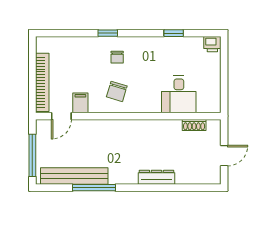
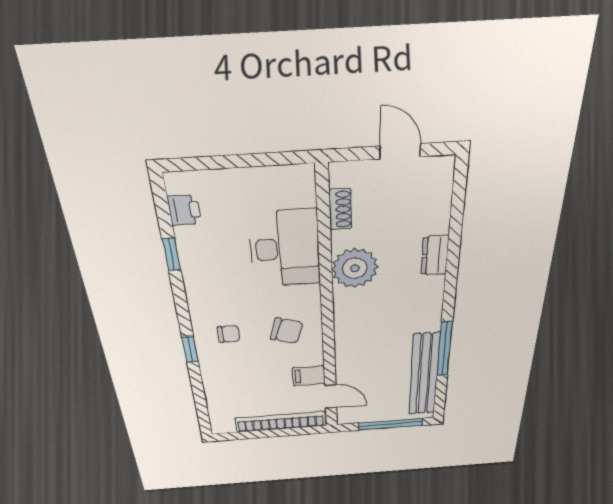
printer: (212, 44) -> (184, 210), moved
desk: (179, 94) -> (285, 249), width x1.37
plant: (157, 132) -> (355, 268), added
dresser: (156, 177) -> (435, 255), width x0.70

